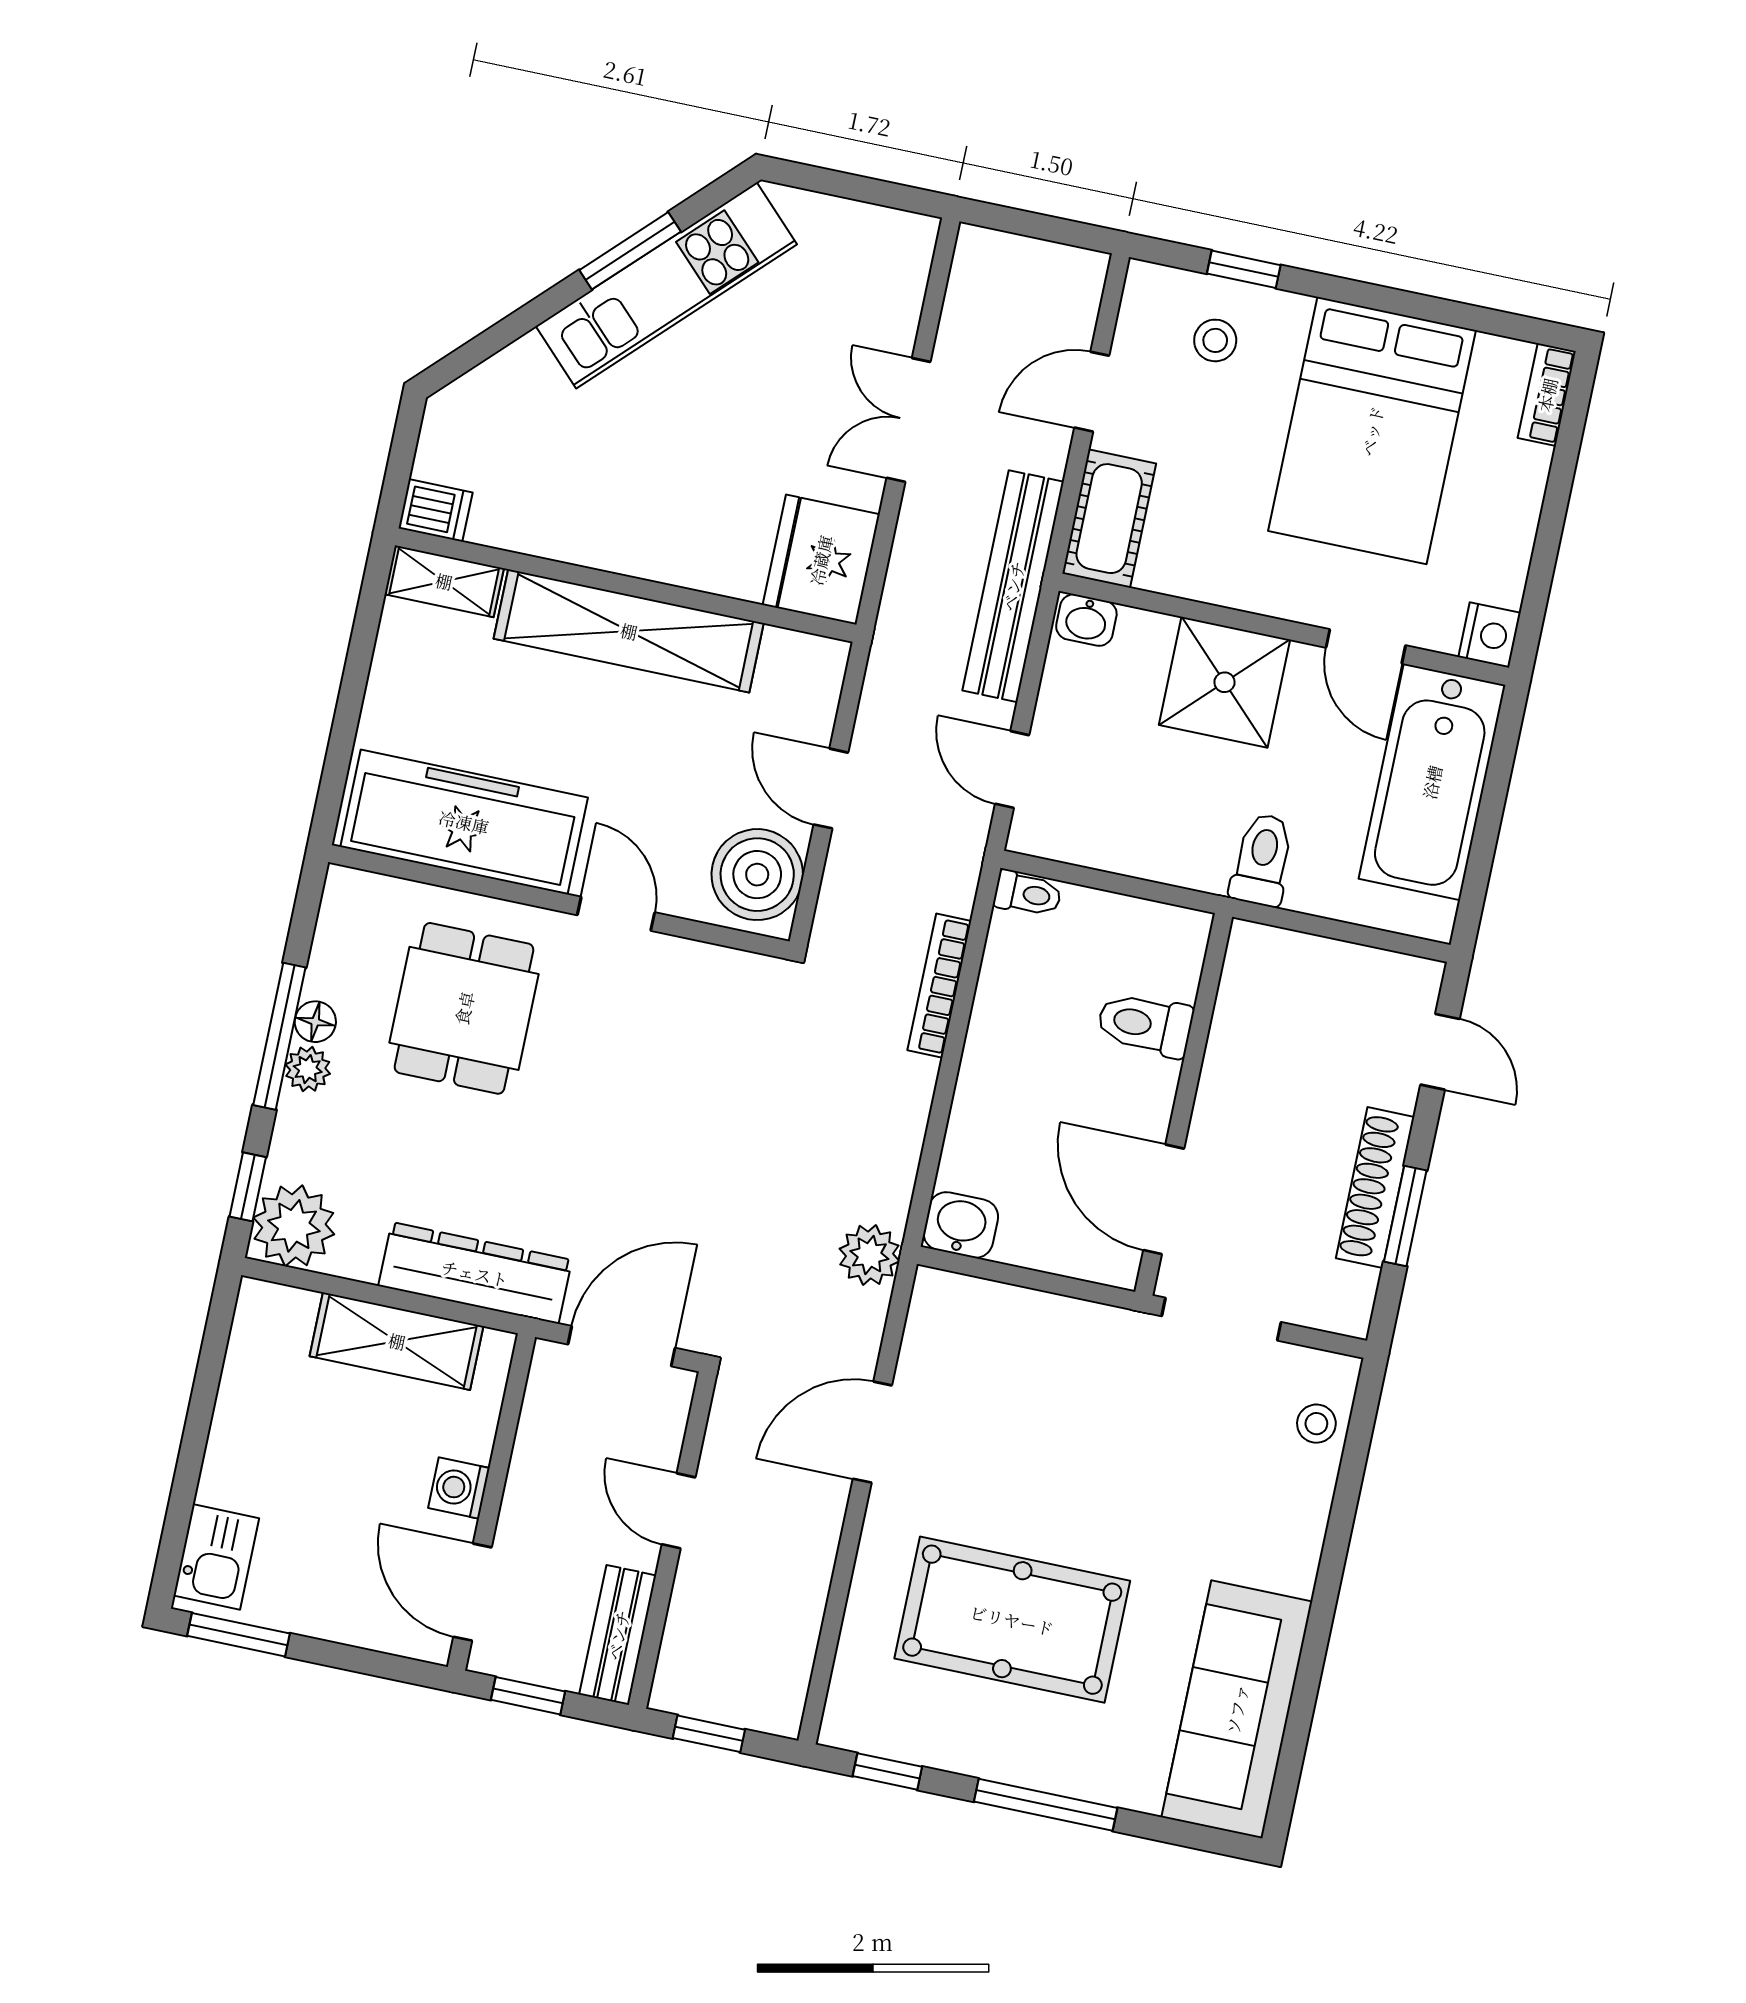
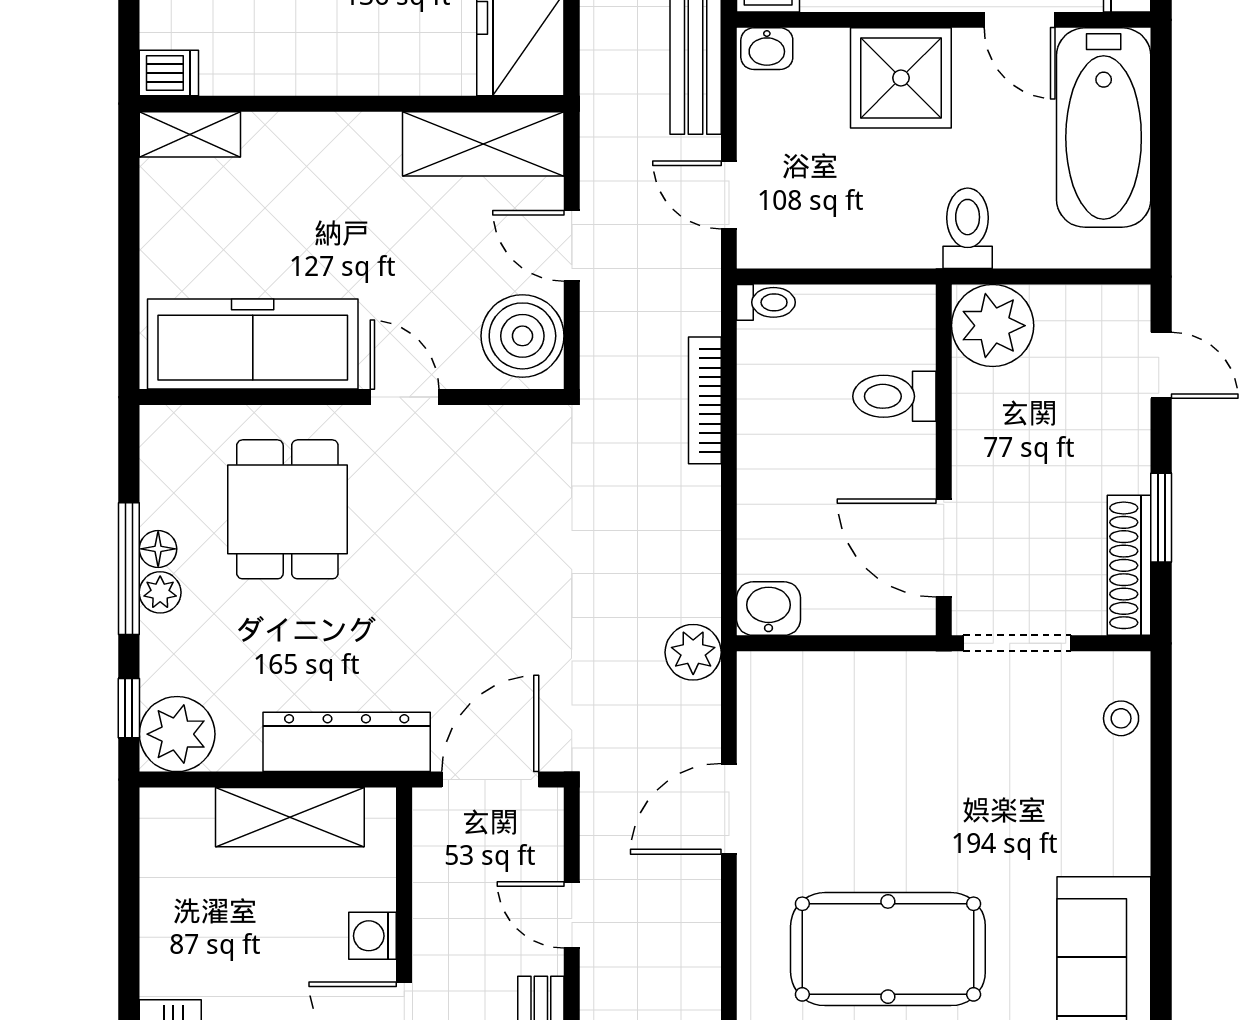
shelving: (629, 631) -> (483, 144), moved, width x0.68
plant: (1267, 970) -> (993, 326), added
shoe rack: (1375, 1188) -> (1129, 565), moved

